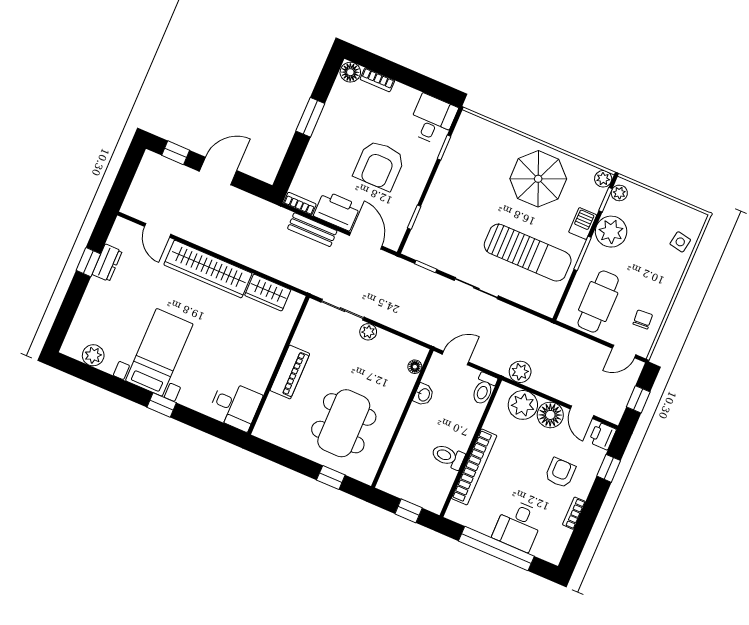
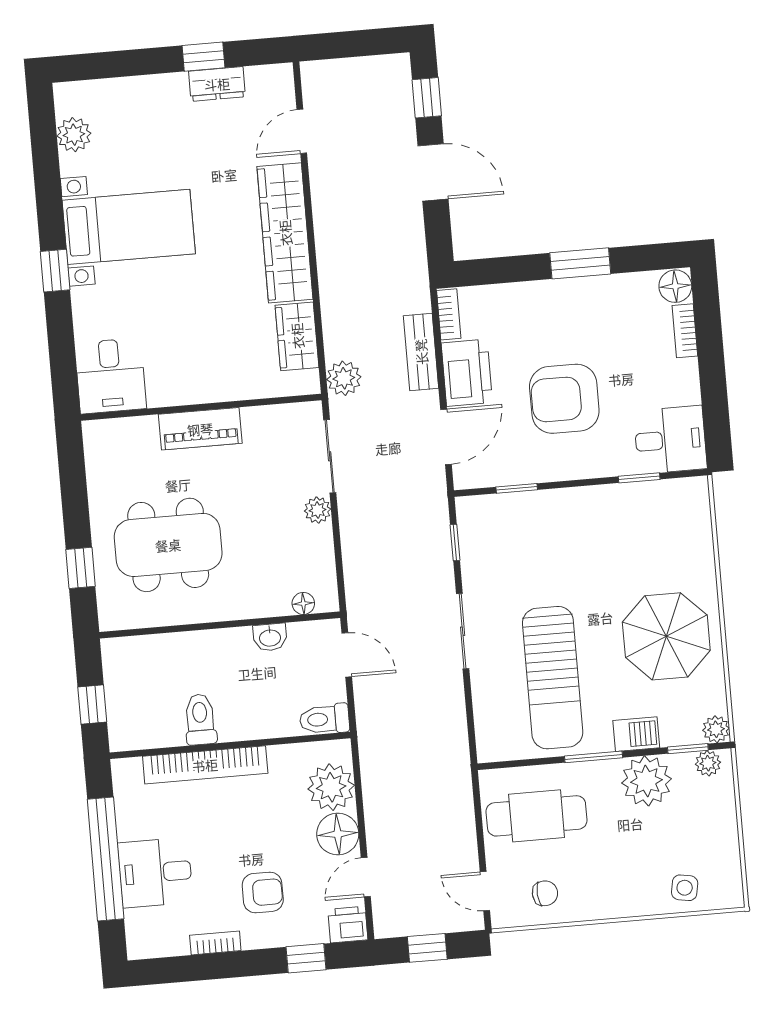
plant: (520, 372) -> (344, 378), moved

